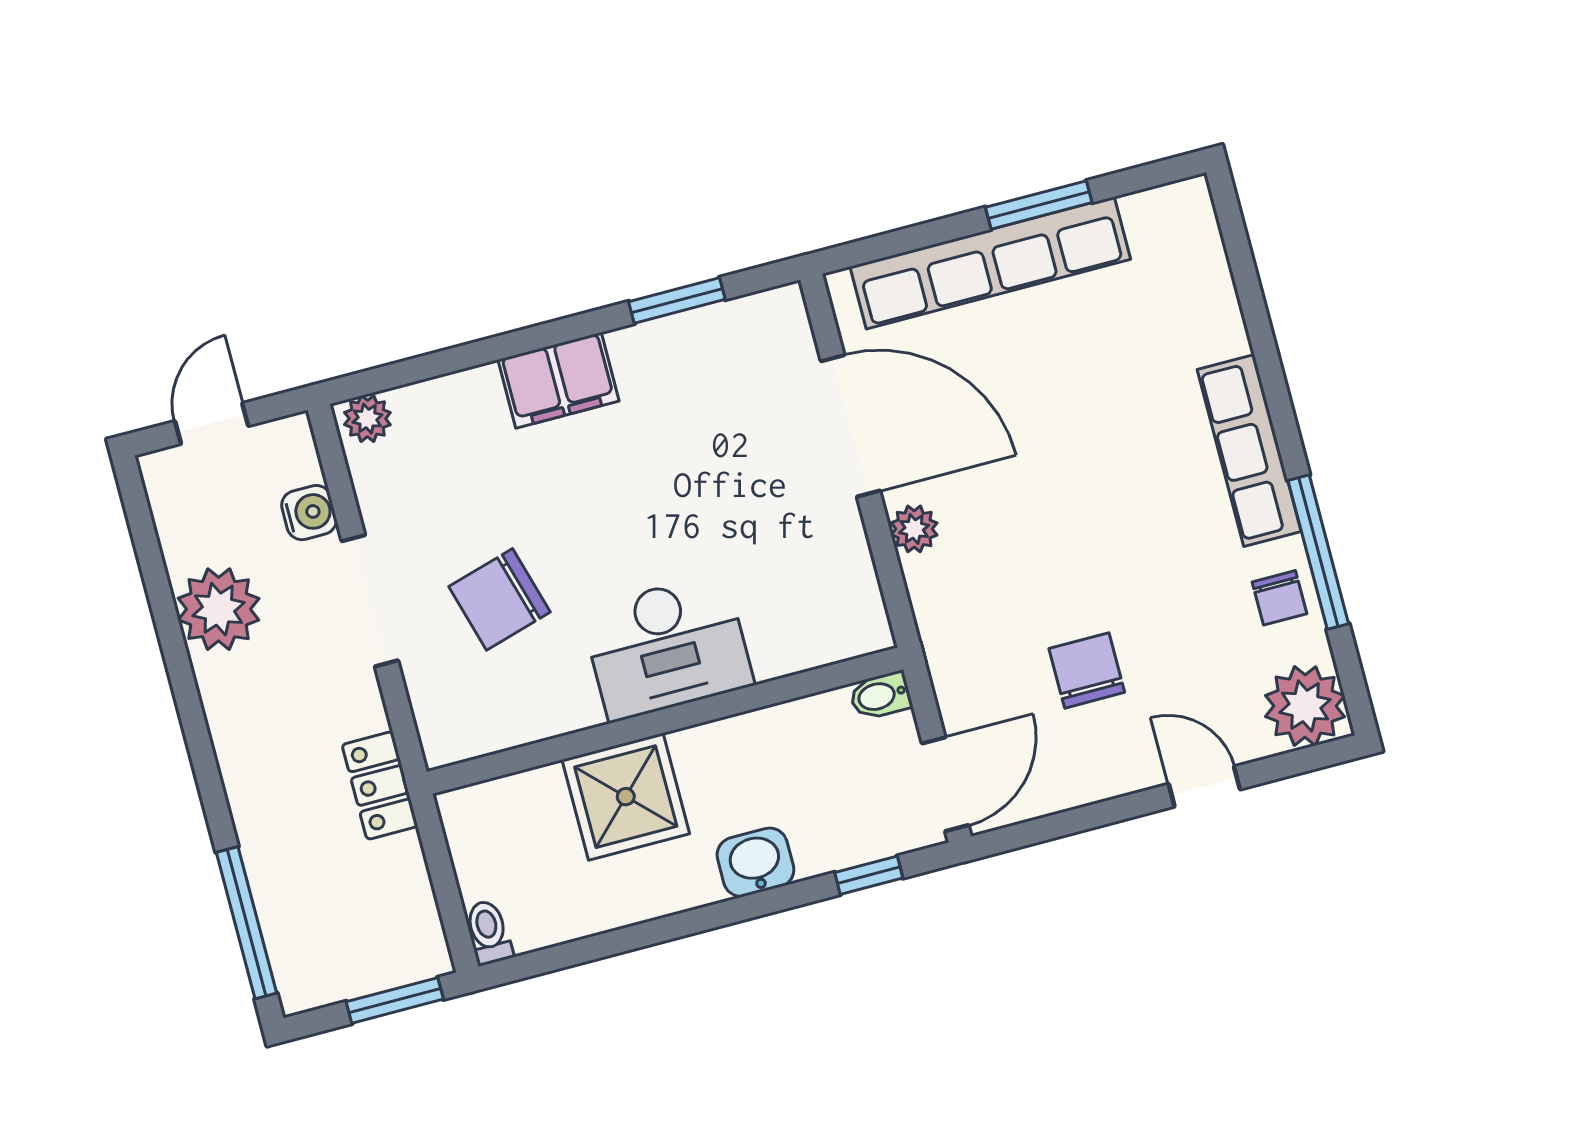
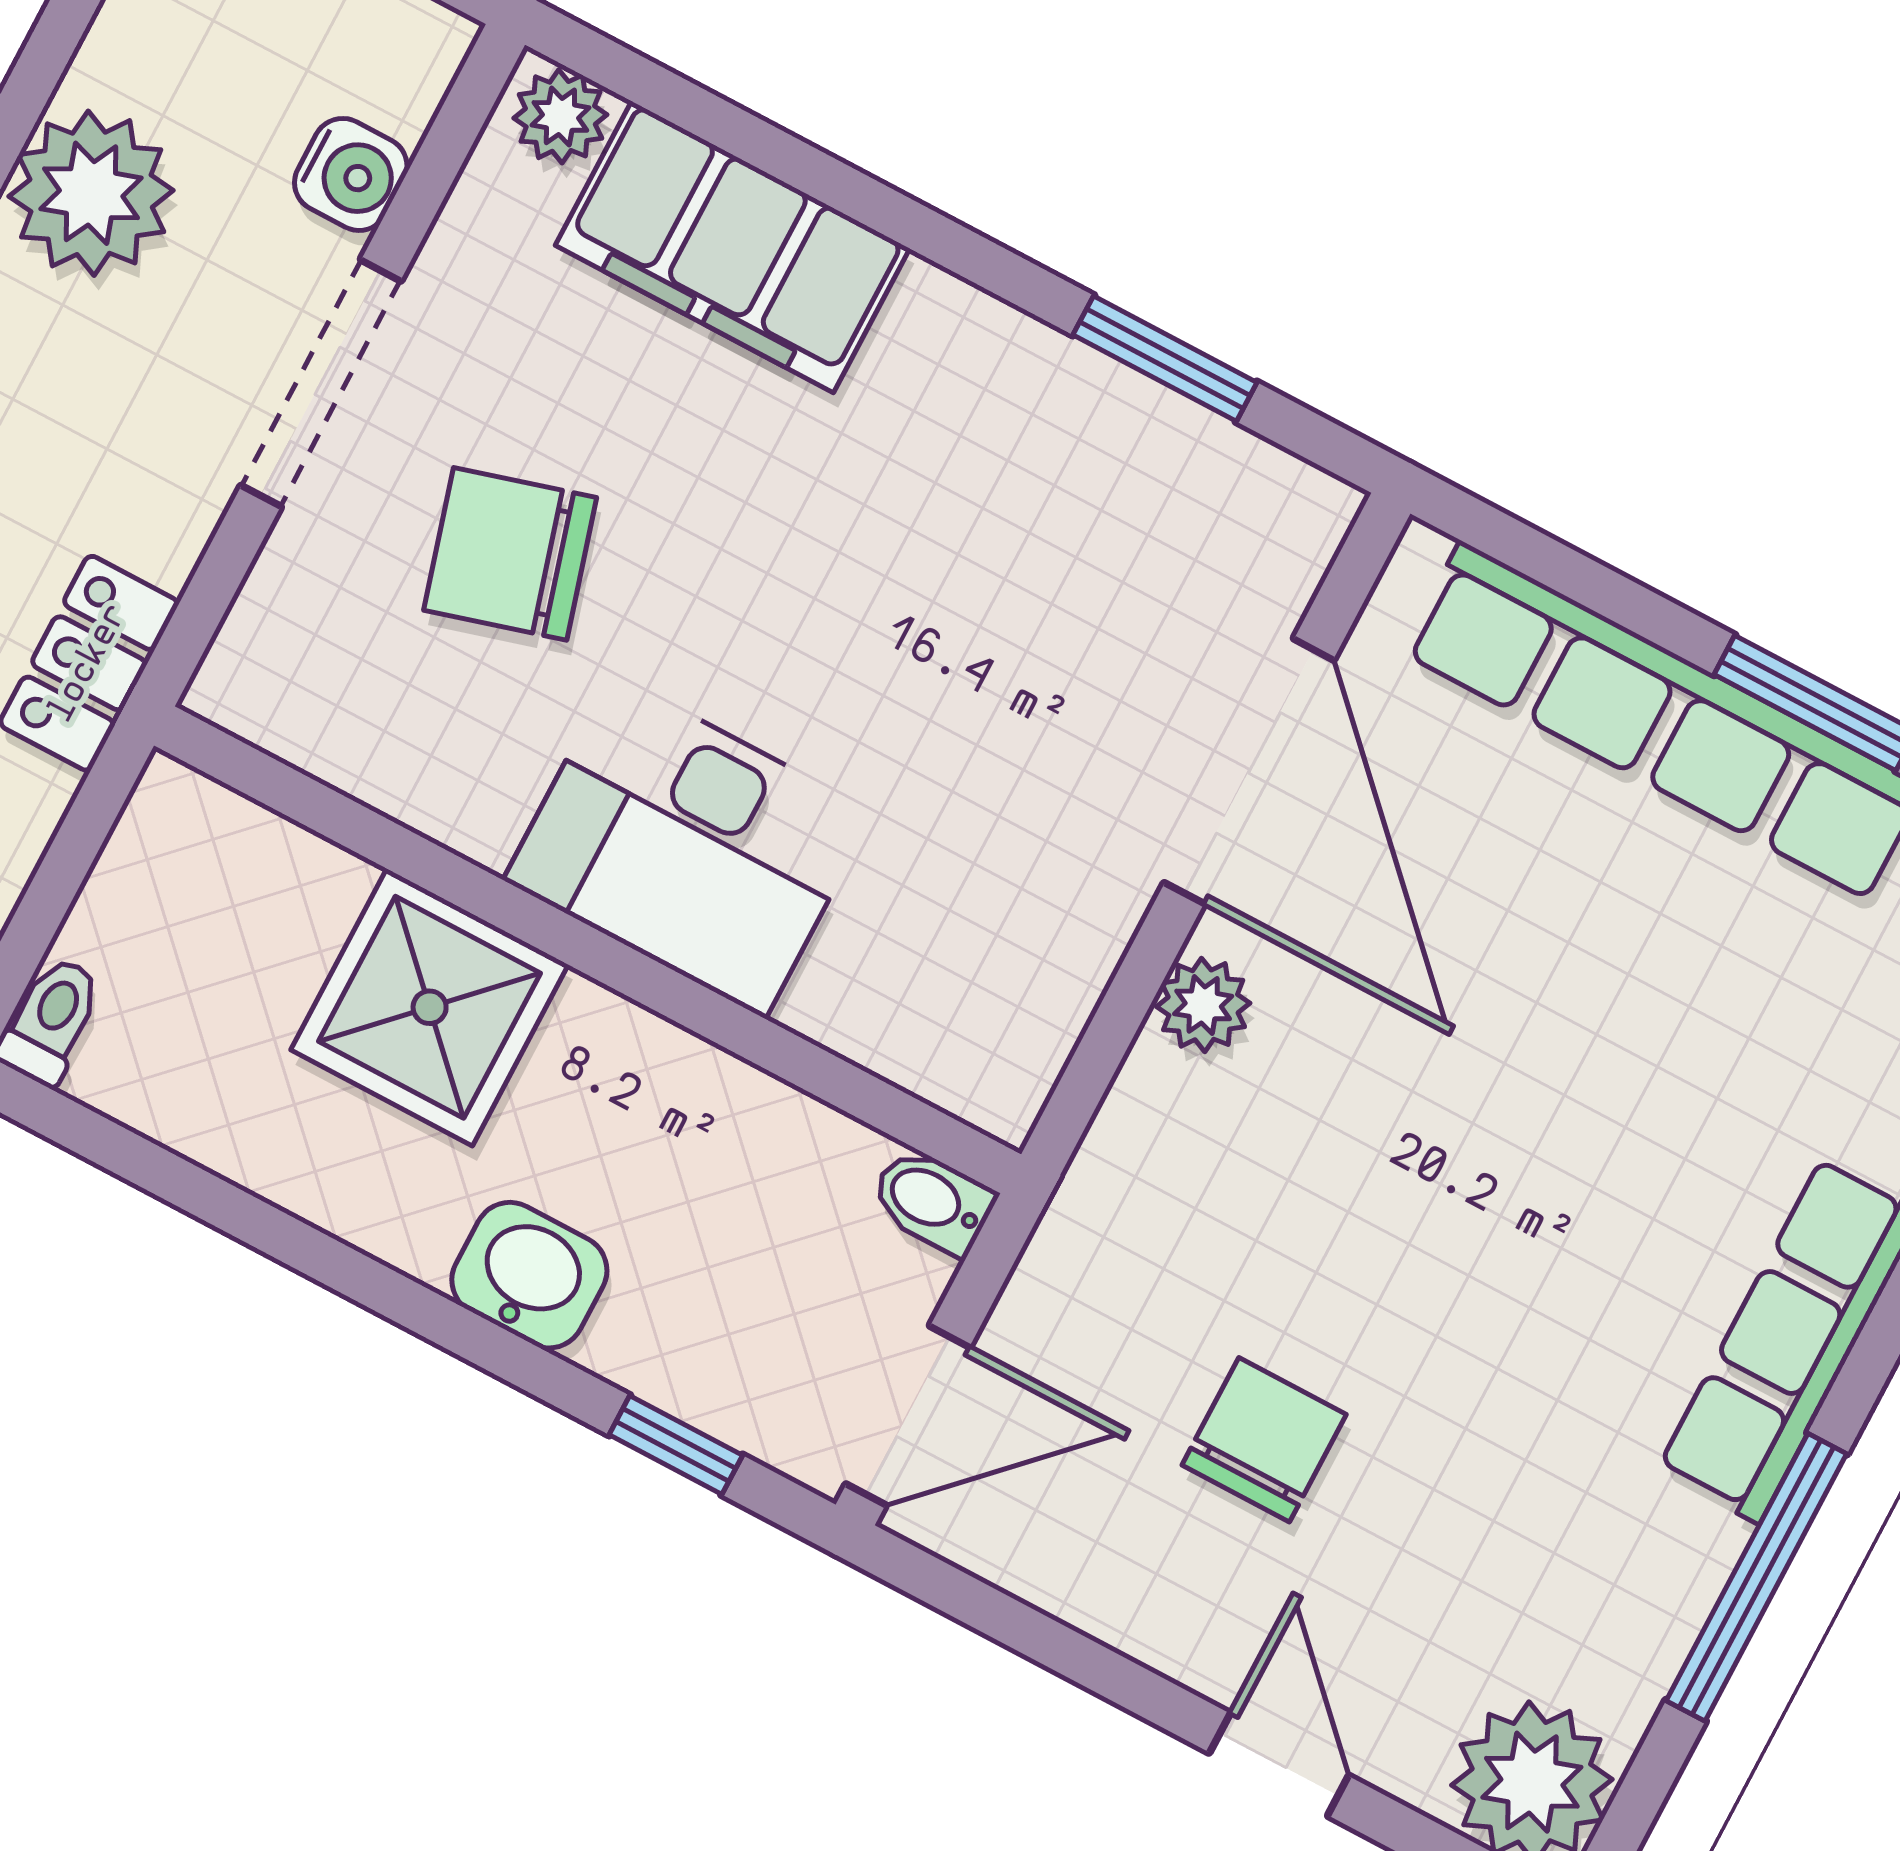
filing cabinet: (558, 380) -> (733, 247), moved, width x1.50, depth x1.17
chair: (1279, 598) -> (1639, 1592), removed

